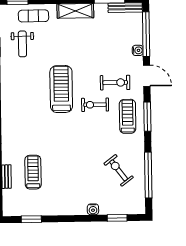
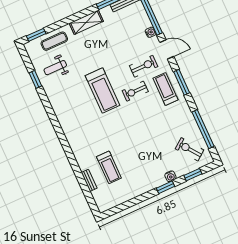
weight bench: (22, 44) -> (55, 68), turned 90
treadmill: (61, 89) -> (102, 90), turned 180
exercise bike: (119, 170) -> (190, 149), moved
treadmill: (33, 172) -> (109, 167), turned 180
window: (31, 219) -> (166, 187), moved

